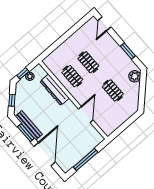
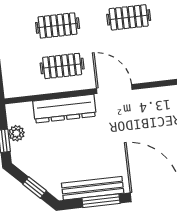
door: (86, 115) -> (114, 89), moved

